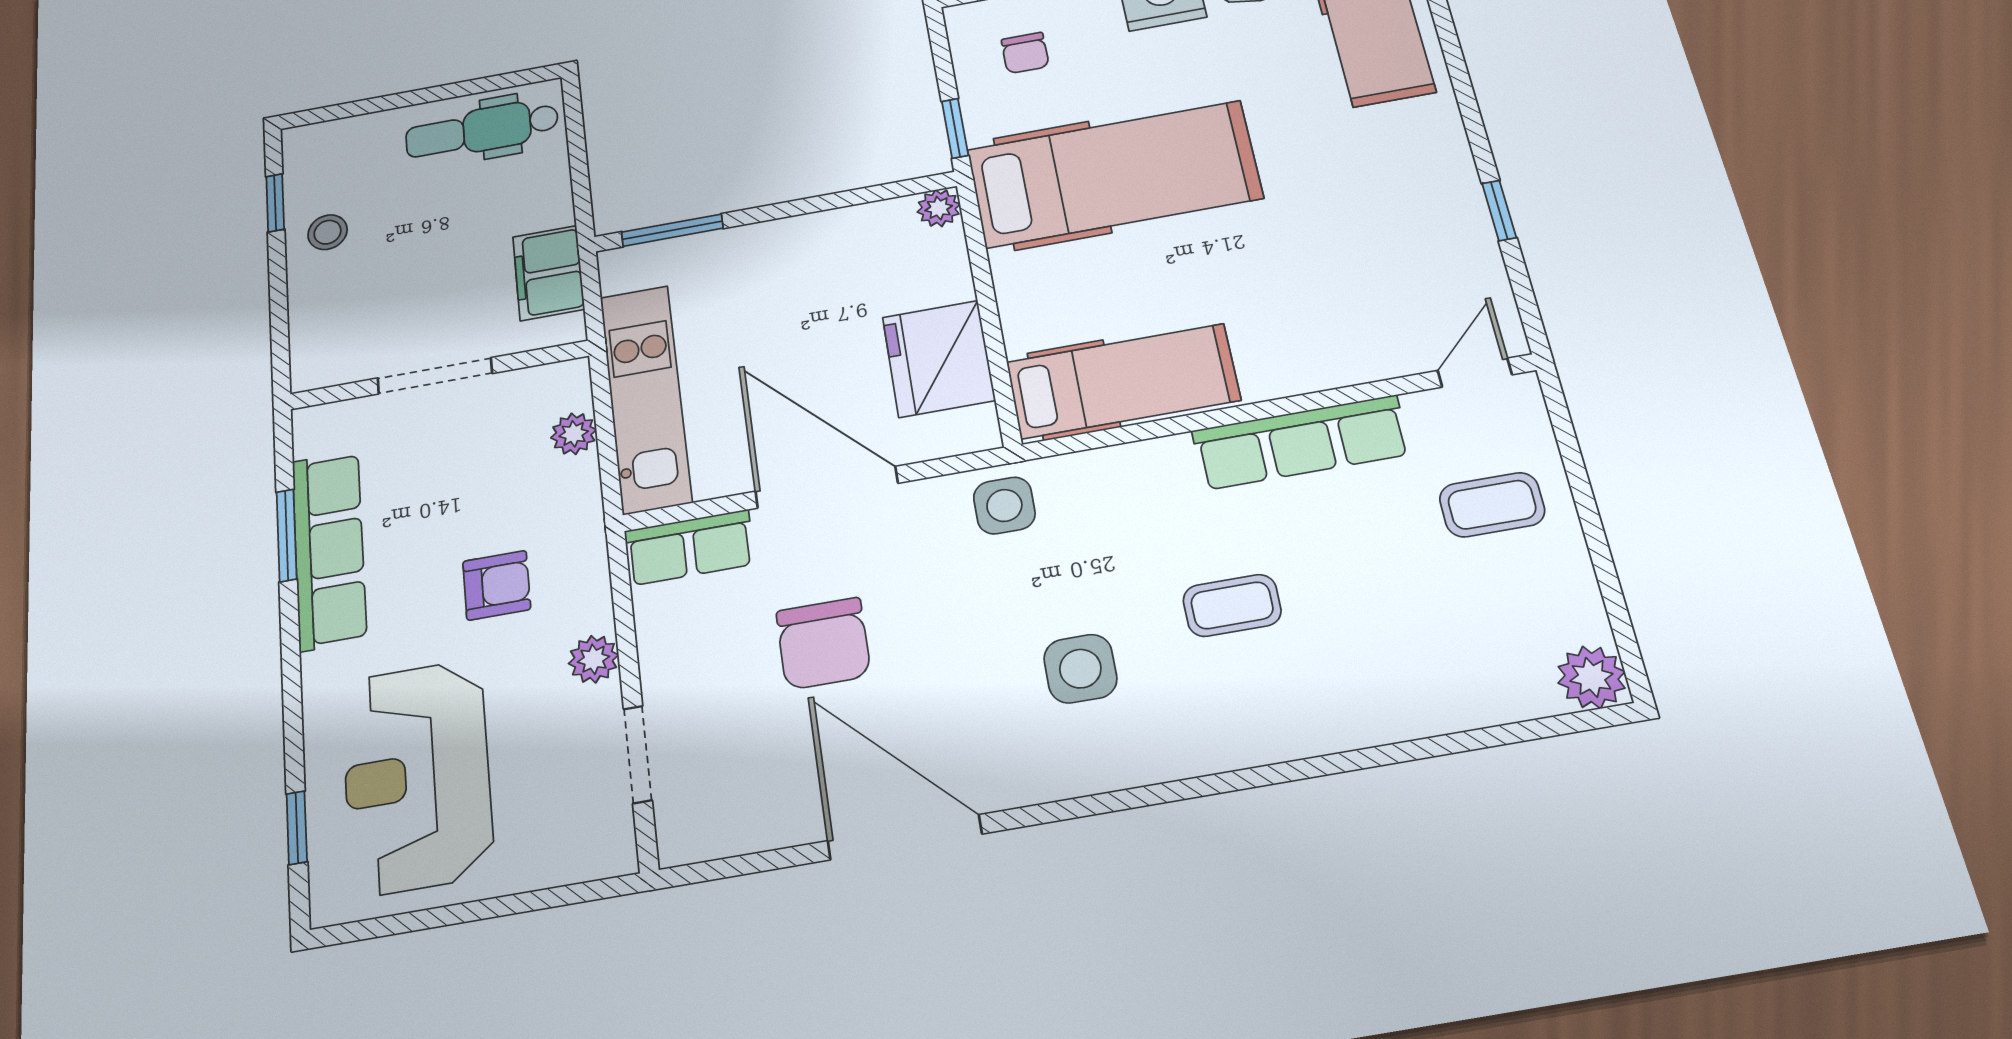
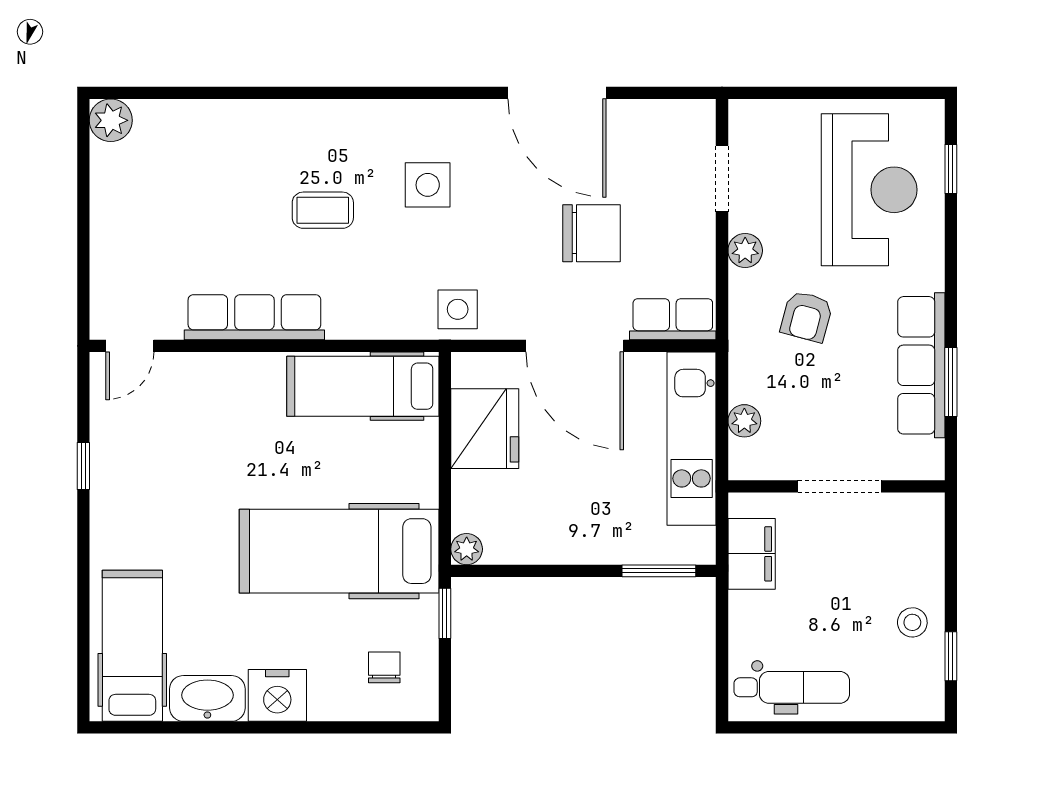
coffee table: (1492, 505) -> (142, 249), removed
armchair: (497, 585) -> (807, 316), turned -75
chair: (823, 643) -> (591, 233), turned 90

